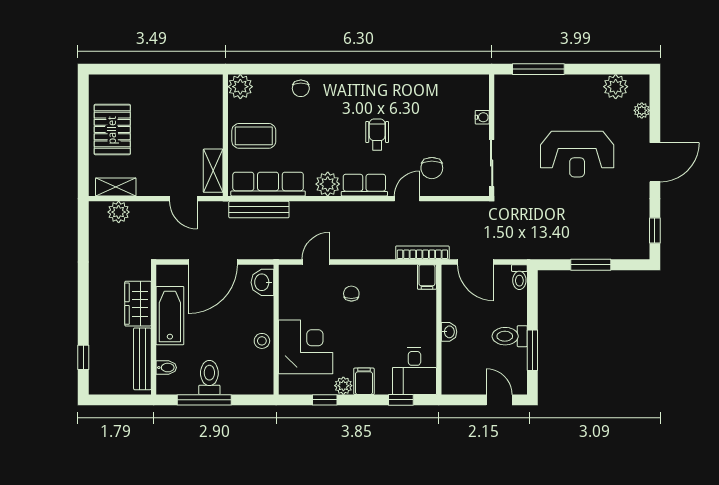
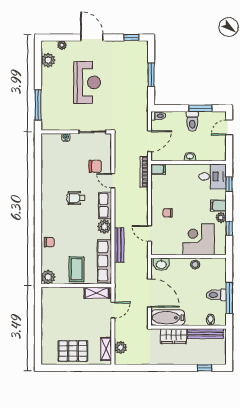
bench: (259, 210) -> (119, 245), moved
bathtub: (170, 316) -> (168, 318), moved

